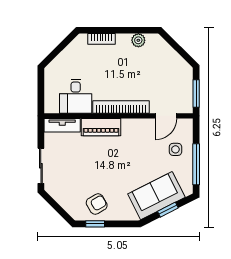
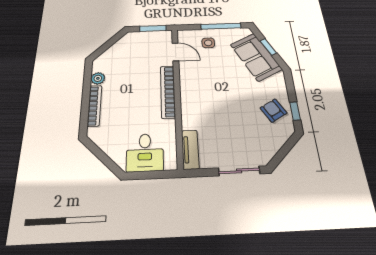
bookcase: (102, 39) -> (95, 106), width x1.56
desk: (76, 96) -> (145, 152), moved, turned 90
piano: (101, 127) -> (190, 110), removed

